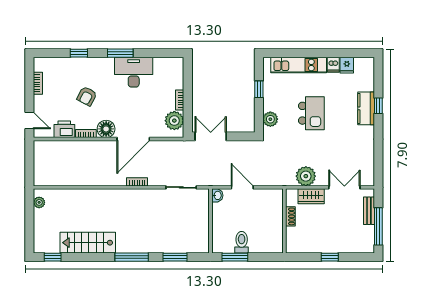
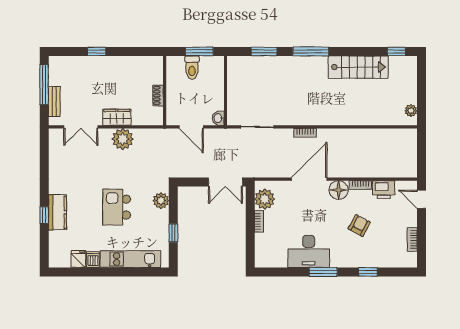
shoe rack: (290, 216) -> (158, 95), moved
wall: (284, 221) -> (165, 91), moved

